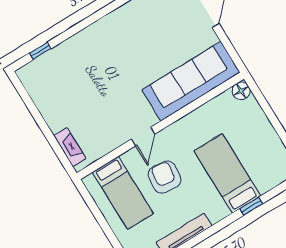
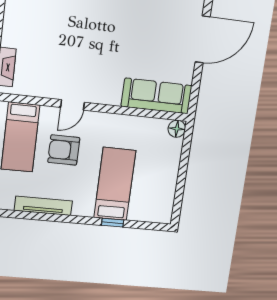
sofa: (191, 81) -> (157, 96), width x0.74, depth x0.79
armchair: (165, 177) -> (64, 150), turned -96

